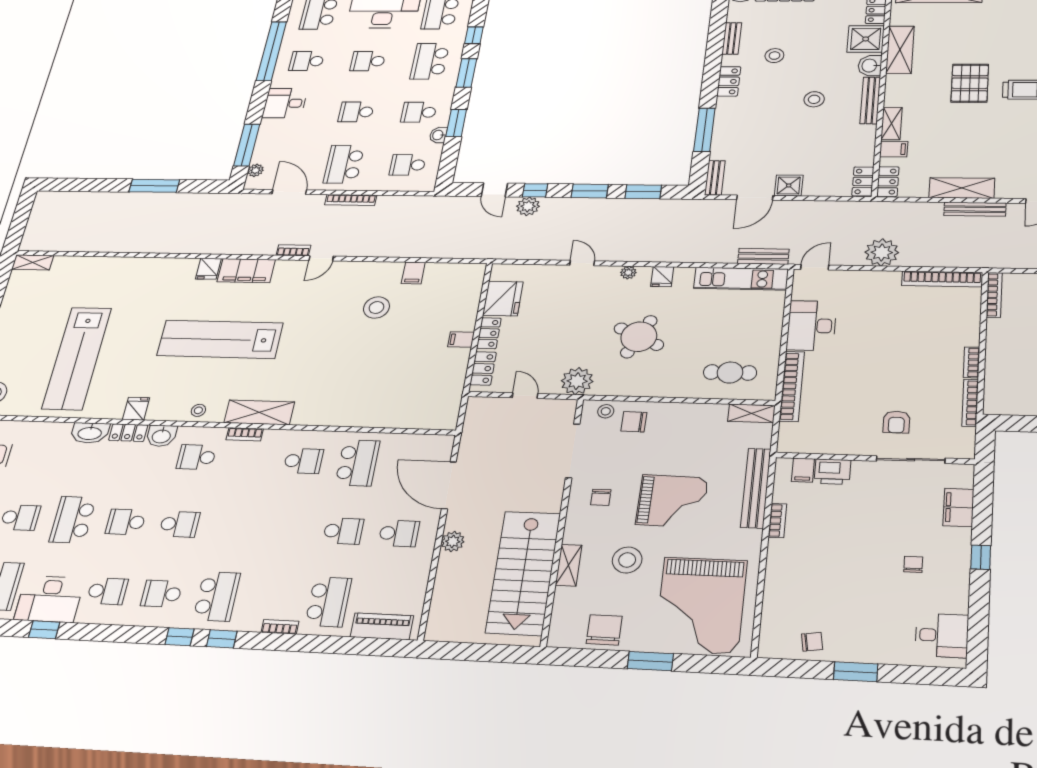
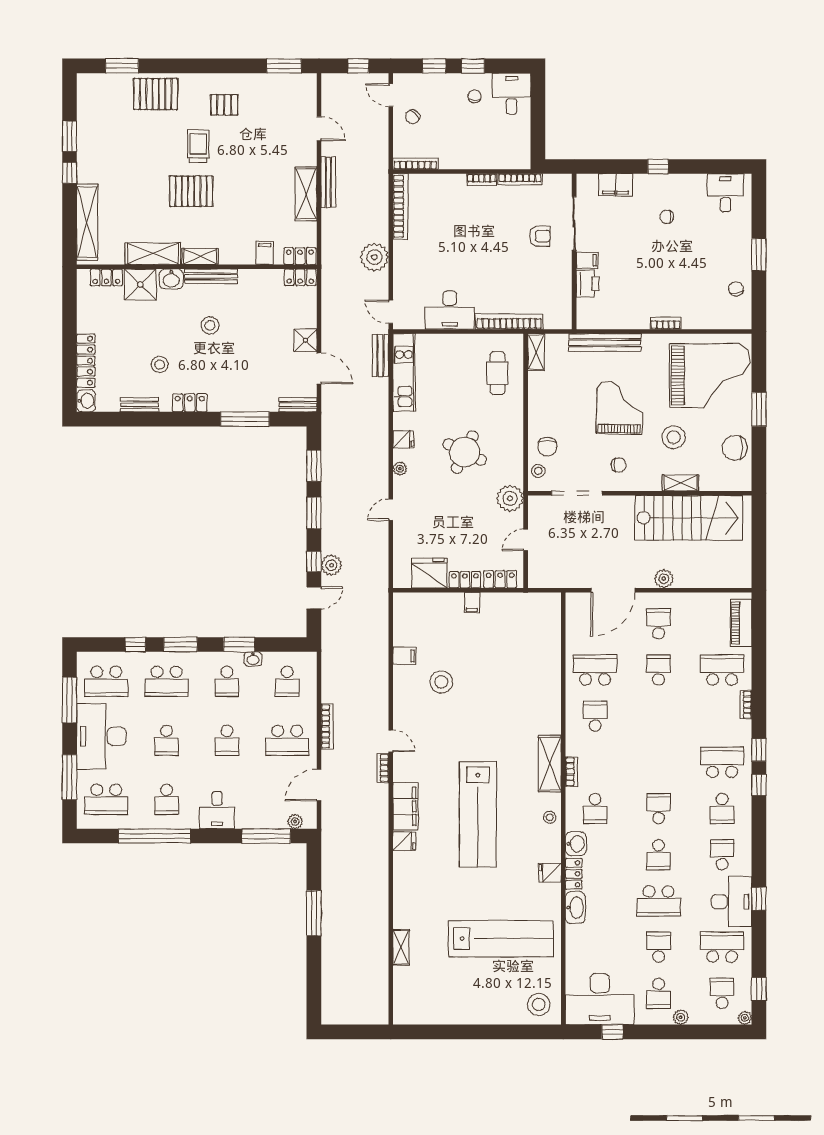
shelving: (892, 123) -> (200, 256), moved
shelving: (33, 262) -> (401, 947), moved
filing cabinet: (803, 470) -> (587, 260), moved
bookcase: (777, 521) -> (666, 323), moved

